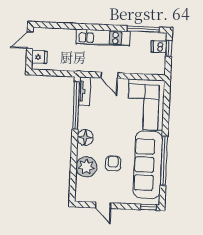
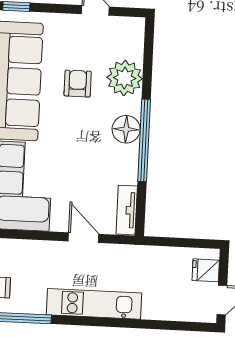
window: (76, 105) -> (144, 140), moved
armchair: (113, 163) -> (78, 84), turned 180

